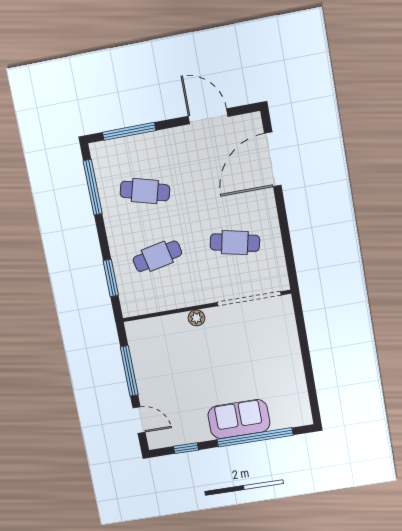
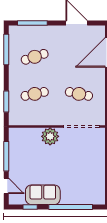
cafe table: (145, 191) -> (35, 57), turned -33
plant: (196, 318) -> (50, 136), width x1.88, depth x1.88
sofa: (239, 419) -> (43, 195), moved

